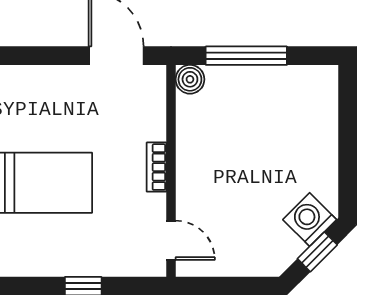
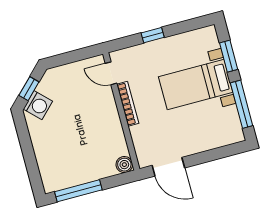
window: (246, 56) -> (78, 191), moved
bookcase: (157, 167) -> (128, 104), width x1.56

